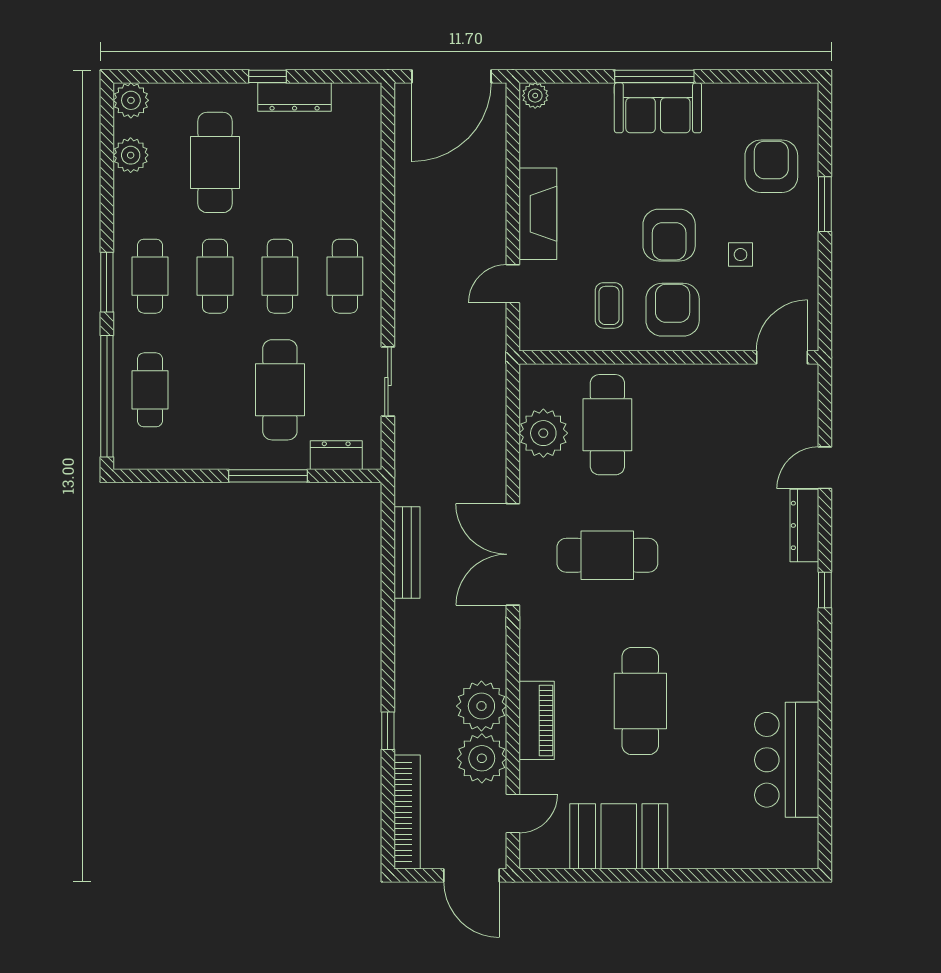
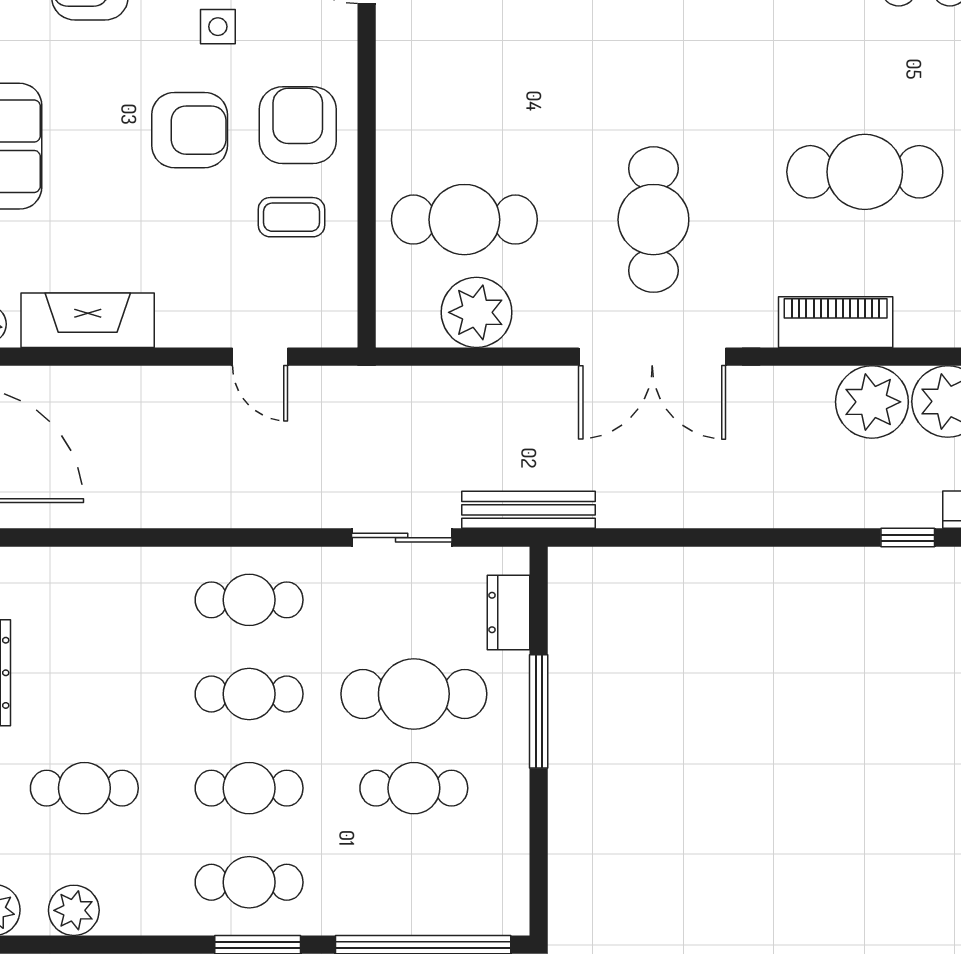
cafe table: (215, 162) -> (84, 788), width x0.73, depth x0.74
fireplace: (538, 214) -> (88, 320), moved
armchair: (673, 310) -> (298, 125), turned 90
cafe table: (150, 390) -> (414, 788), moved
bench: (407, 552) -> (528, 510), moved
piano: (537, 720) -> (836, 322), moved

